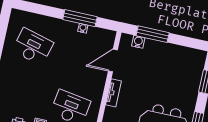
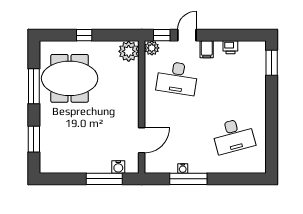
desk: (33, 47) -> (233, 136), turned -30
tv unit: (113, 93) -> (133, 104), removed

